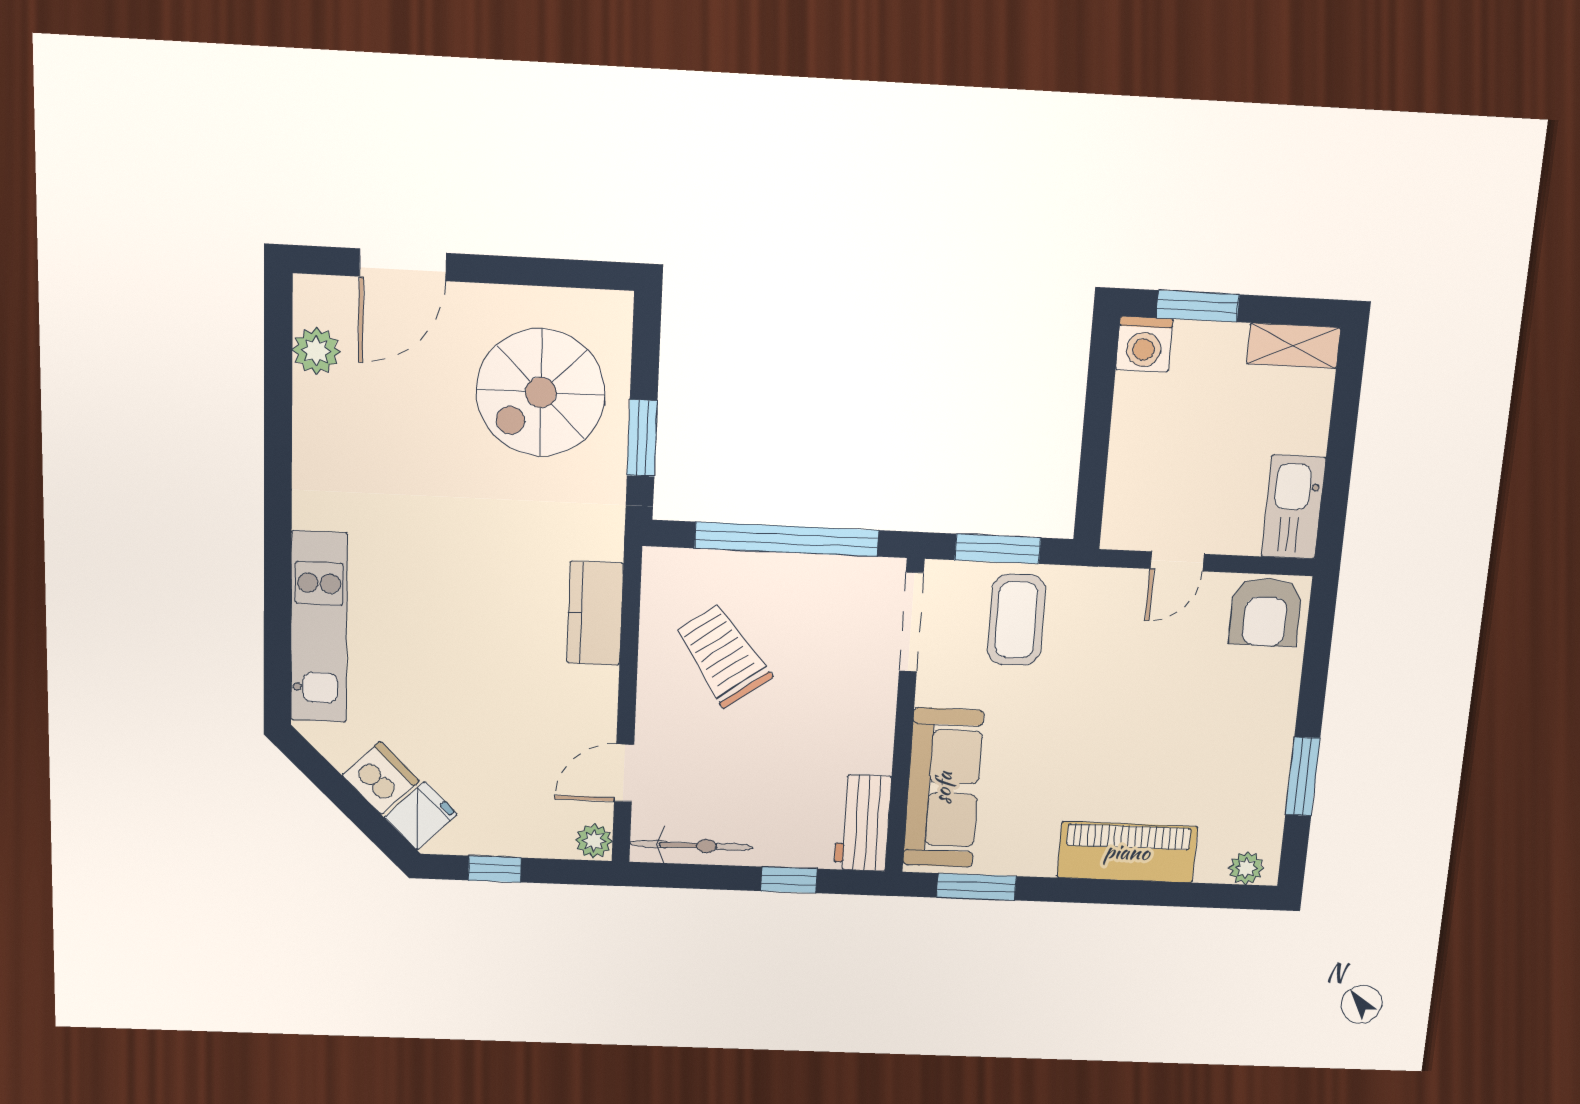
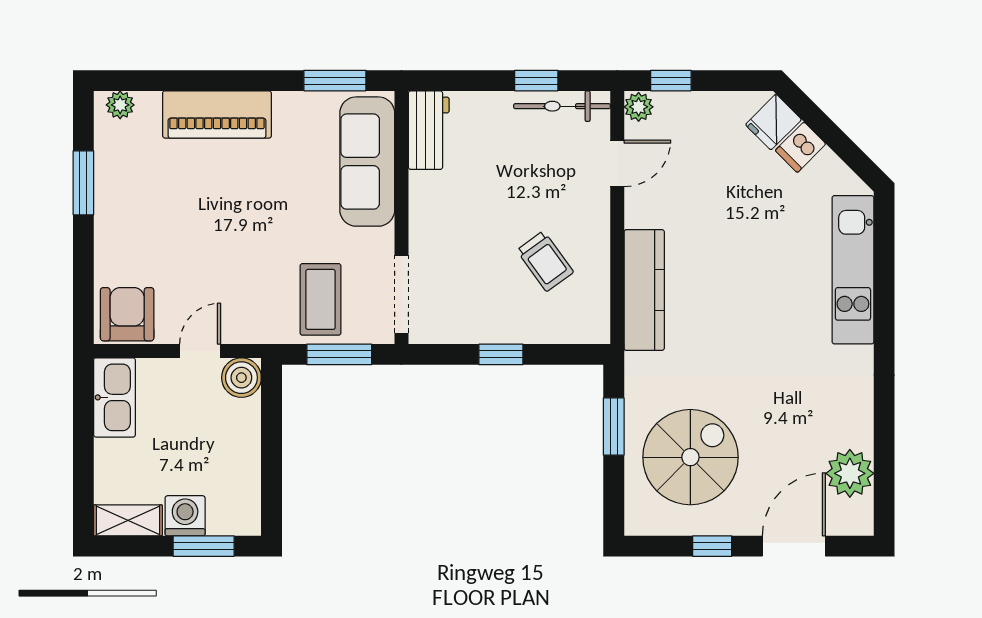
window: (515, 271) -> (712, 546), added
washing machine: (1144, 344) -> (185, 516), moved
plant: (316, 351) -> (850, 473), width x1.36, depth x1.36
boiler: (1127, 525) -> (241, 378), added
window: (787, 539) -> (501, 354), width x0.32
kitchen counter: (595, 613) -> (644, 290), width x1.50
trolley: (723, 655) -> (545, 261), width x0.73, depth x0.72
dishwasher: (381, 778) -> (801, 147), width x0.73
window: (495, 869) -> (671, 81), moved
window: (789, 880) -> (536, 81), moved

